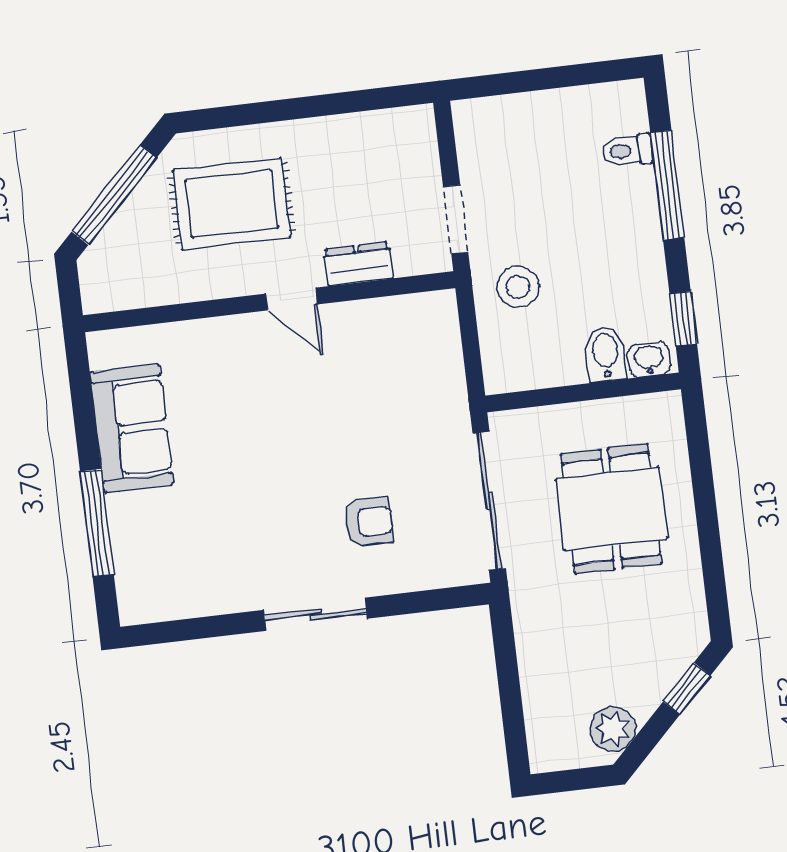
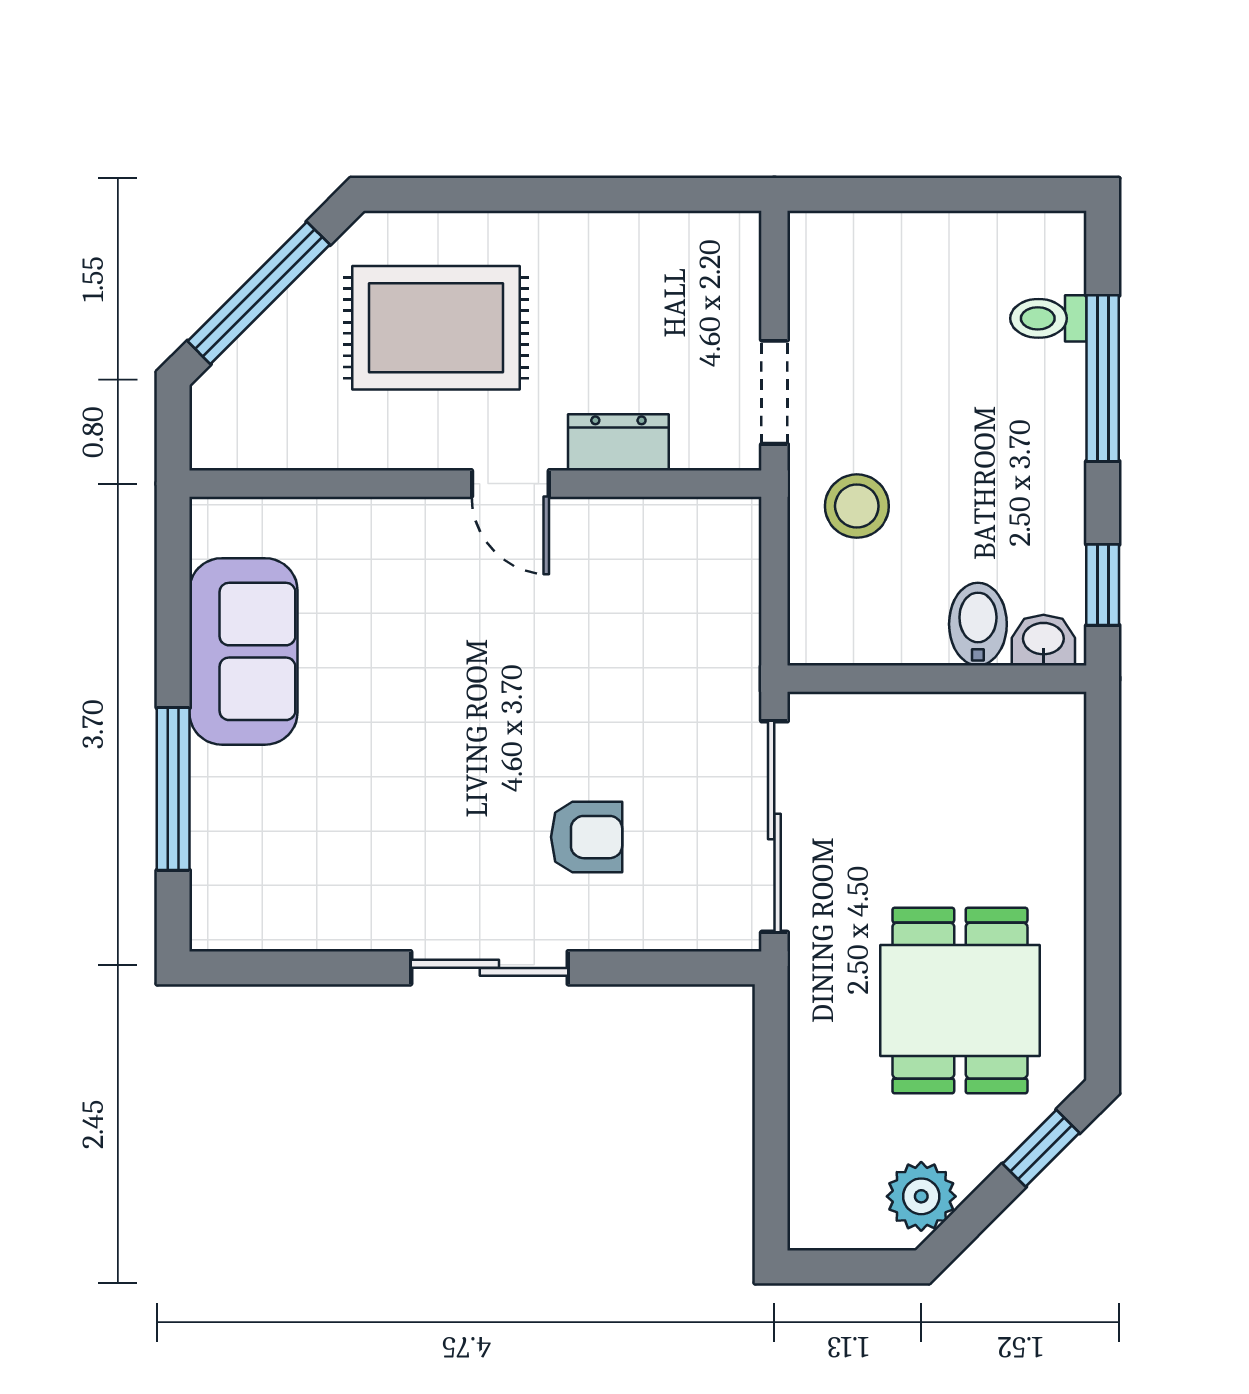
dining table: (611, 509) -> (960, 1001), moved

